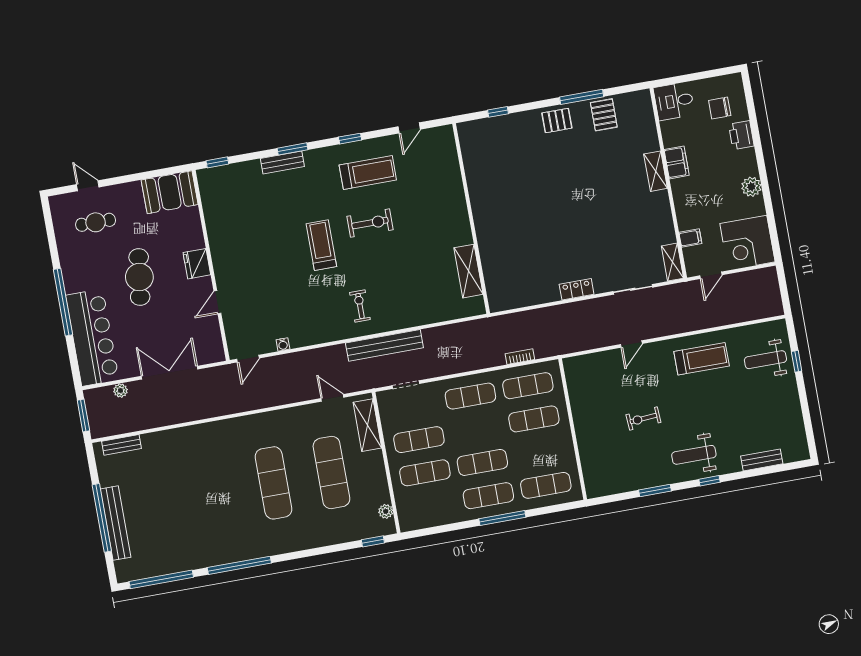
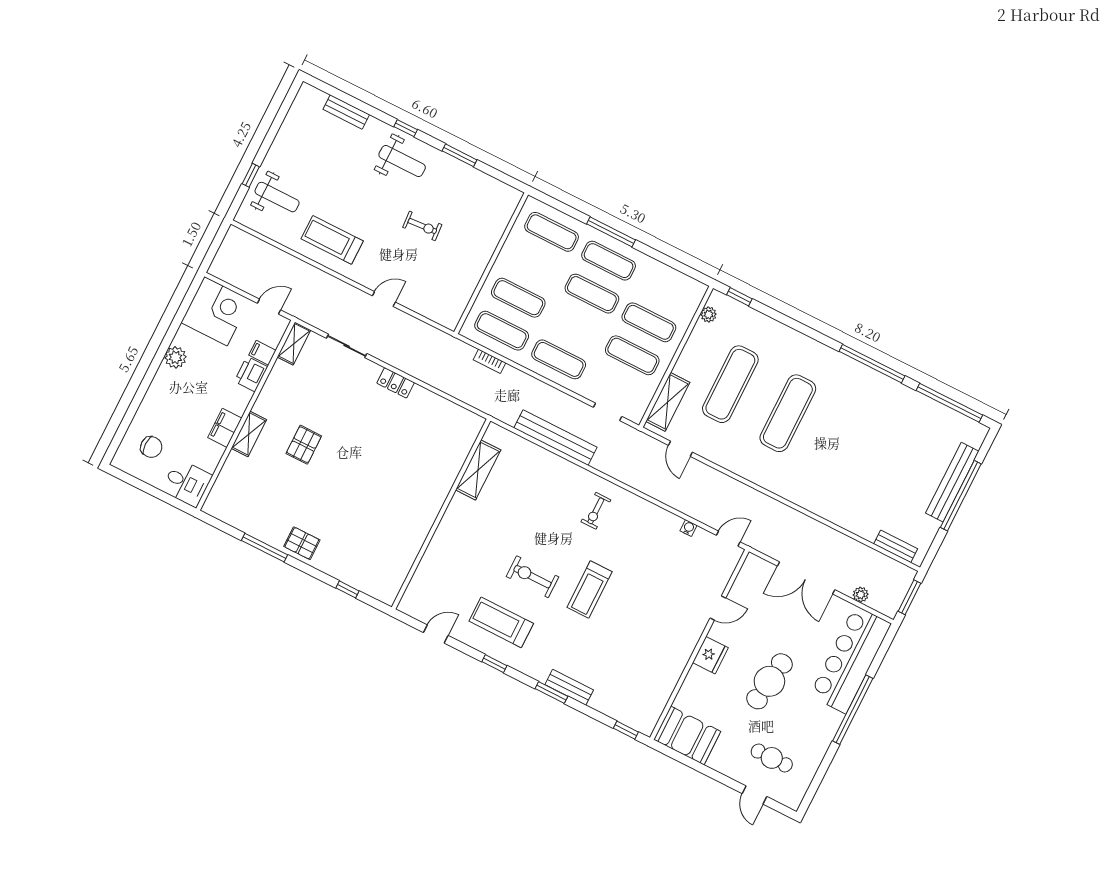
pallet: (604, 115) -> (304, 445), moved
printer: (741, 135) -> (251, 374), moved, turned 180
bench: (384, 345) -> (555, 438), moved

